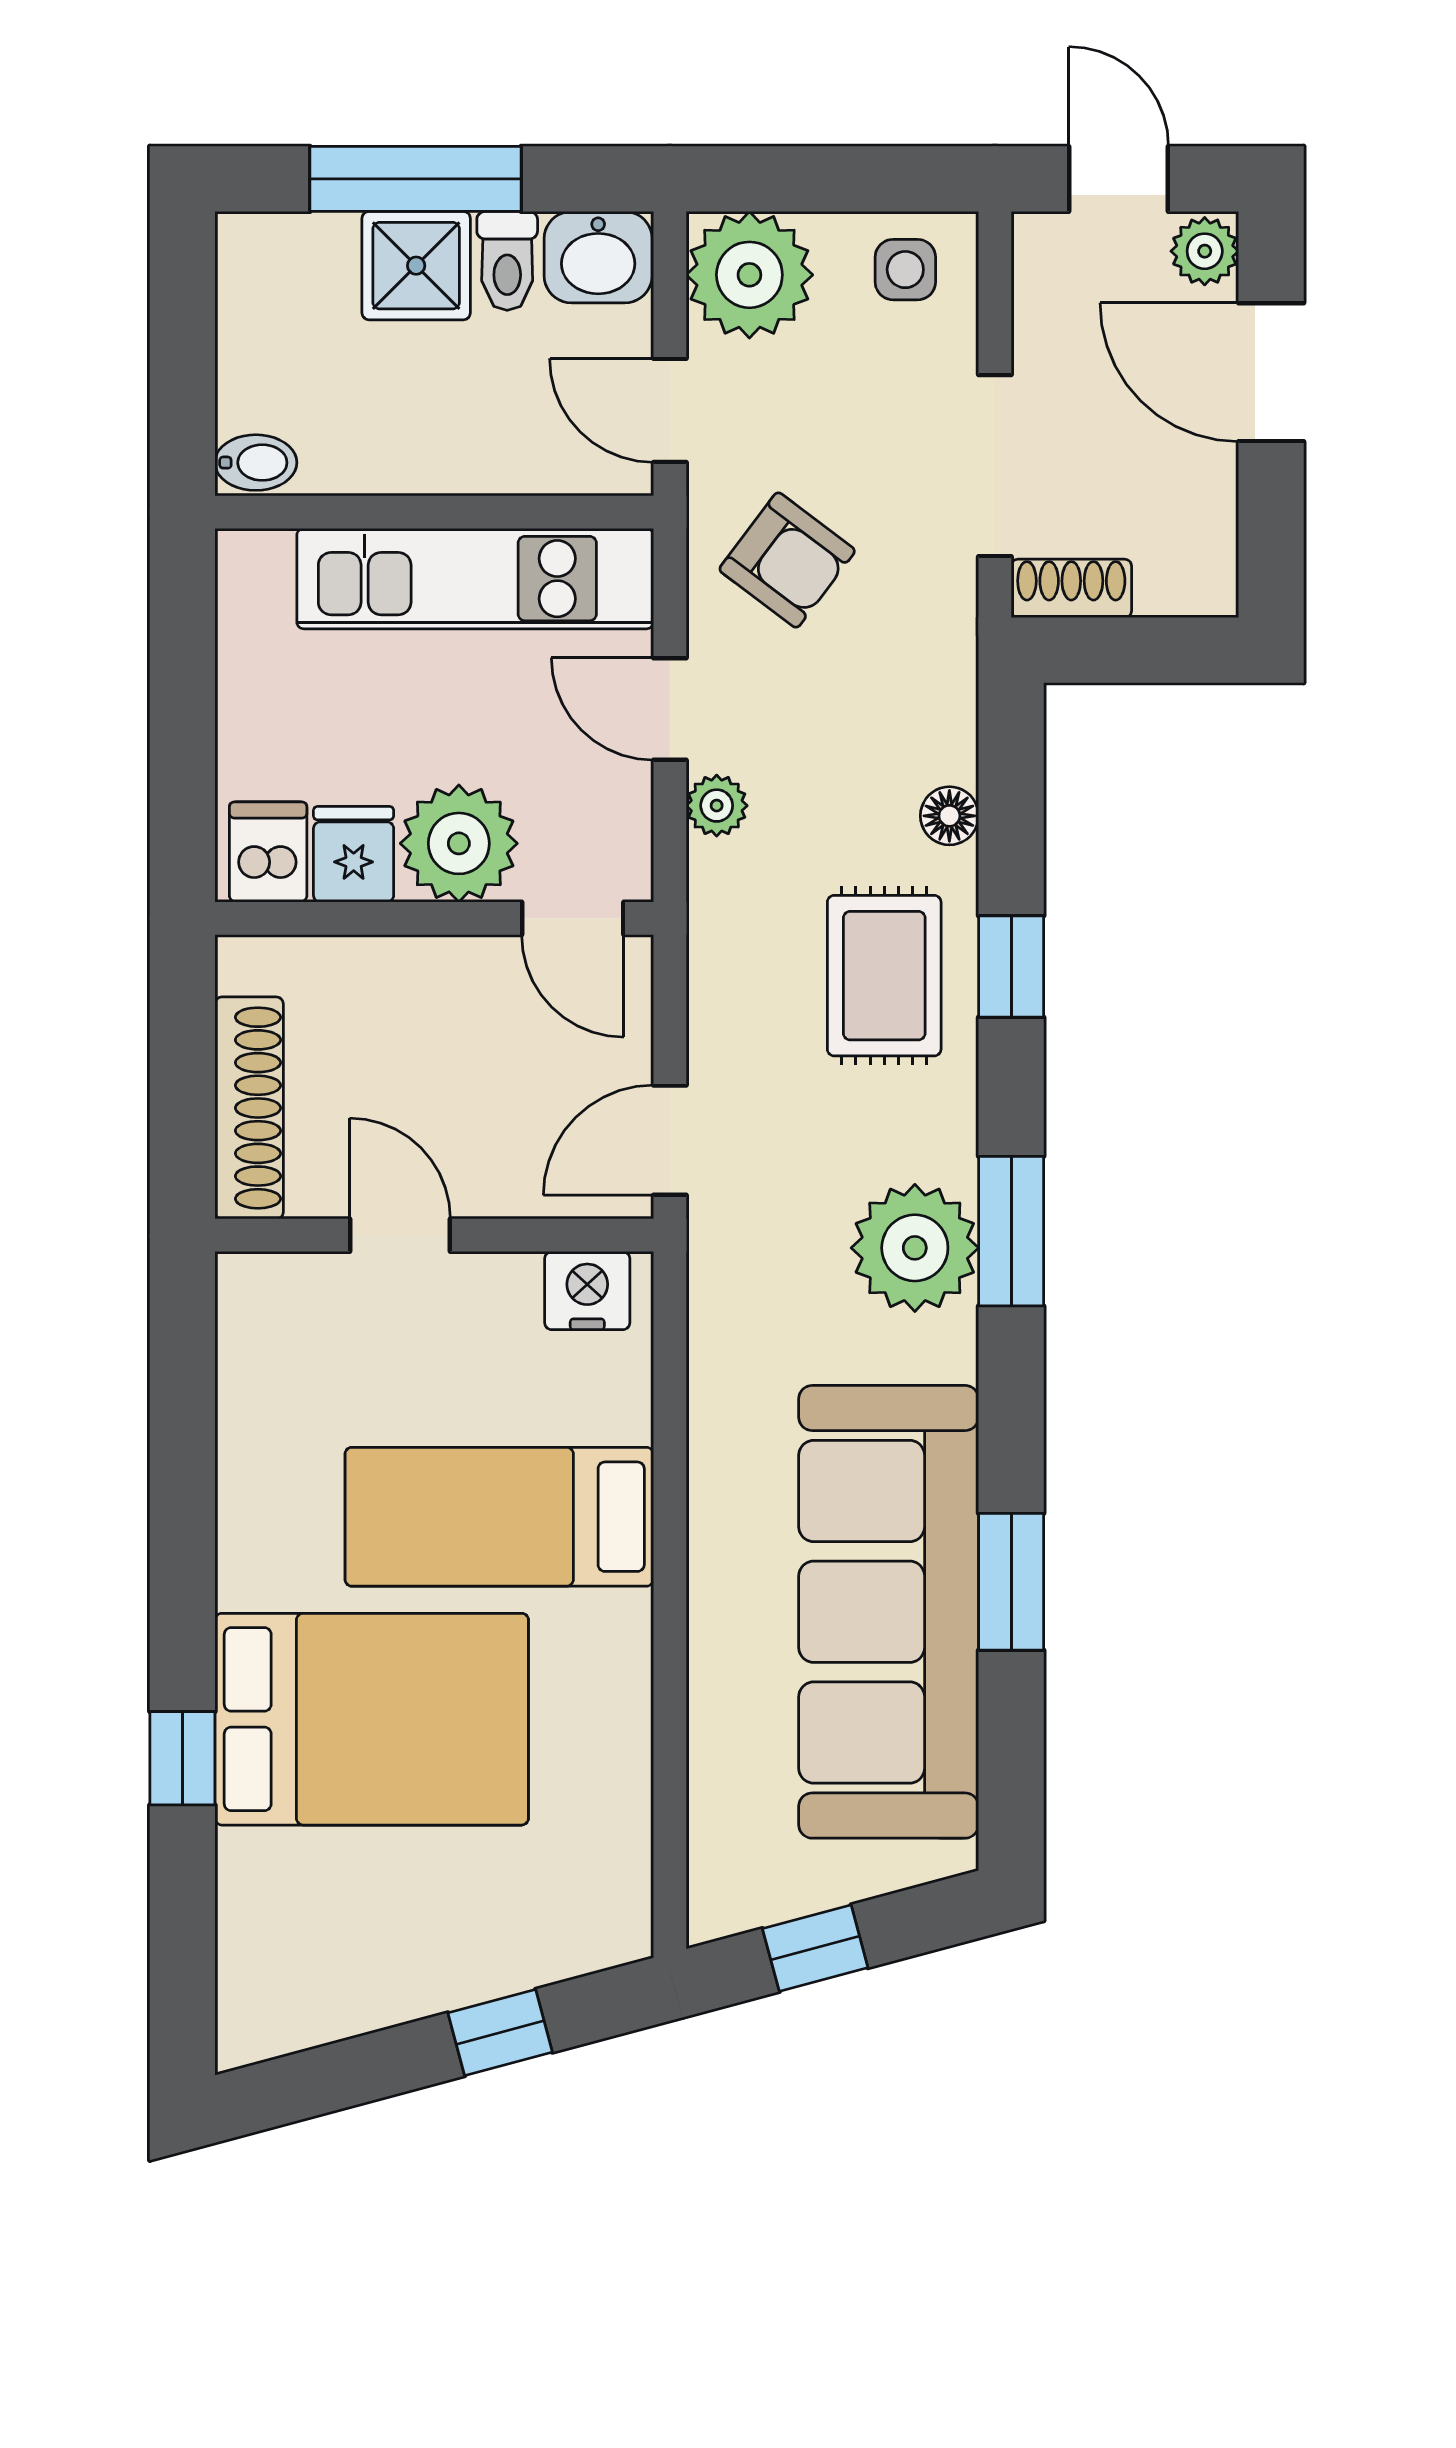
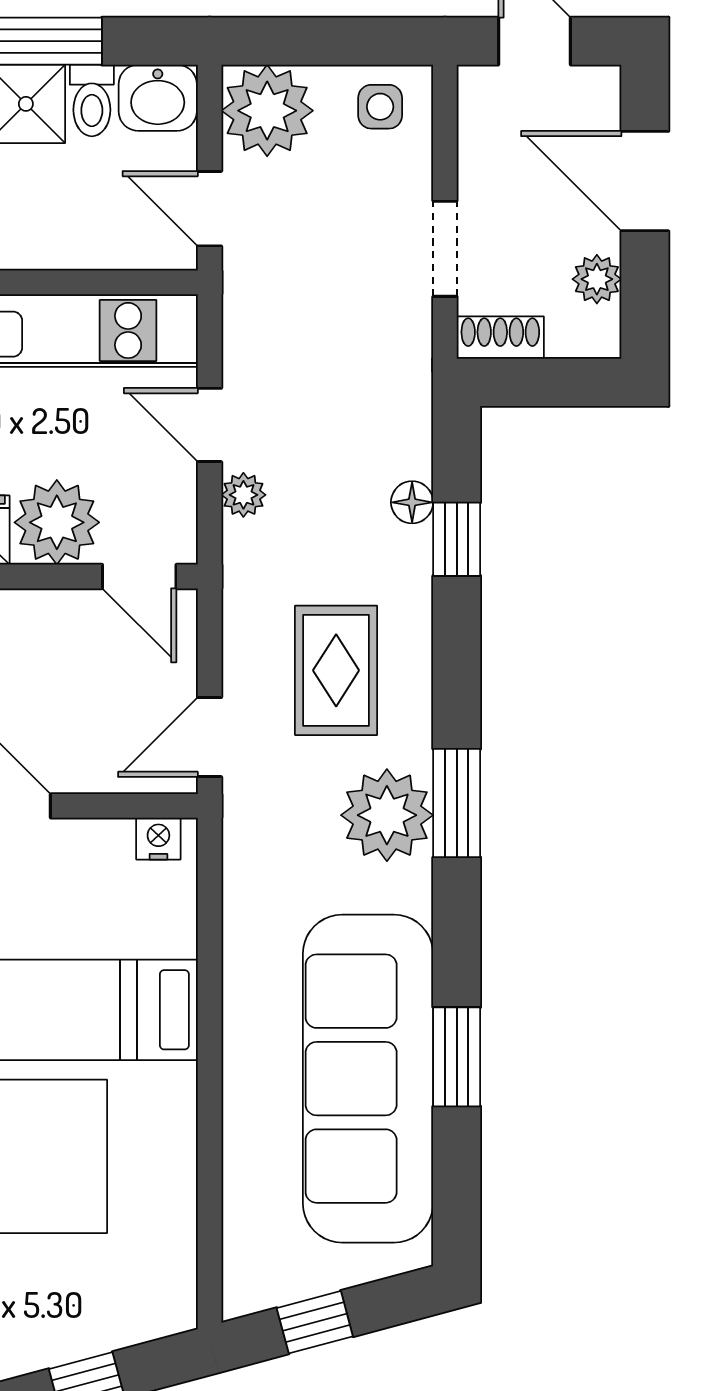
plant: (1205, 251) -> (597, 279), moved
doorway: (995, 466) -> (445, 249), width x0.73
armchair: (787, 560) -> (295, 317), removed
window: (1011, 966) -> (457, 539), moved
rug: (884, 976) -> (336, 670), moved
nightstand: (587, 1291) -> (158, 839), width x0.72, depth x0.74

